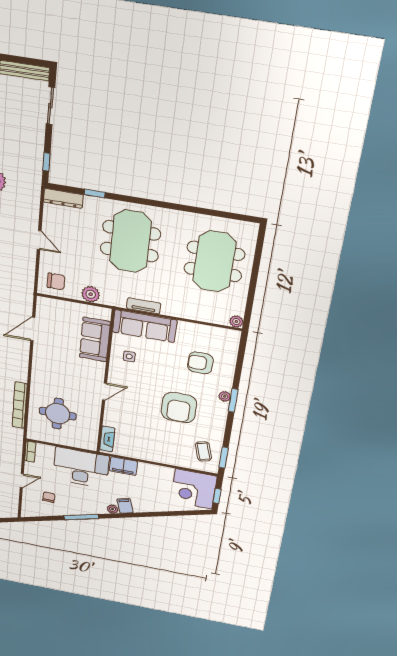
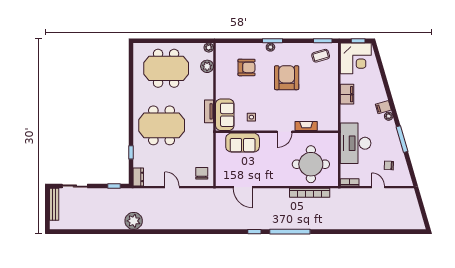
dresser: (63, 198) -> (138, 177), width x0.70
door: (39, 240) -> (172, 187), hinge flipped
plant: (91, 294) -> (207, 66), moved
sofa: (145, 326) -> (225, 115), width x0.73
armchair: (200, 363) -> (247, 67), turned -90
door: (105, 392) -> (285, 132), swing flipped
armchair: (179, 408) -> (287, 78), turned -90
round table: (58, 414) -> (311, 164), width x1.36, depth x1.36
fireplace: (107, 439) -> (306, 126), moved
filing cabinet: (123, 466) -> (347, 94), moved

